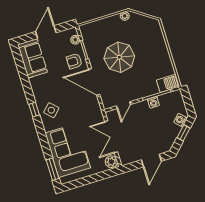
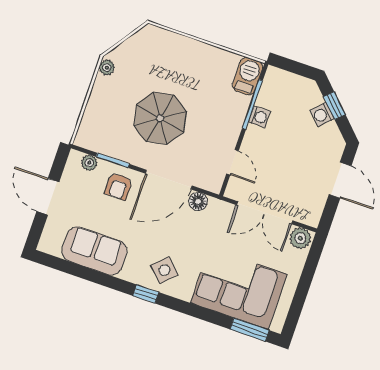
sofa: (32, 58) -> (94, 251), moved
floor lamp: (94, 103) -> (198, 202), added
washing machine: (181, 120) -> (322, 115), moved

